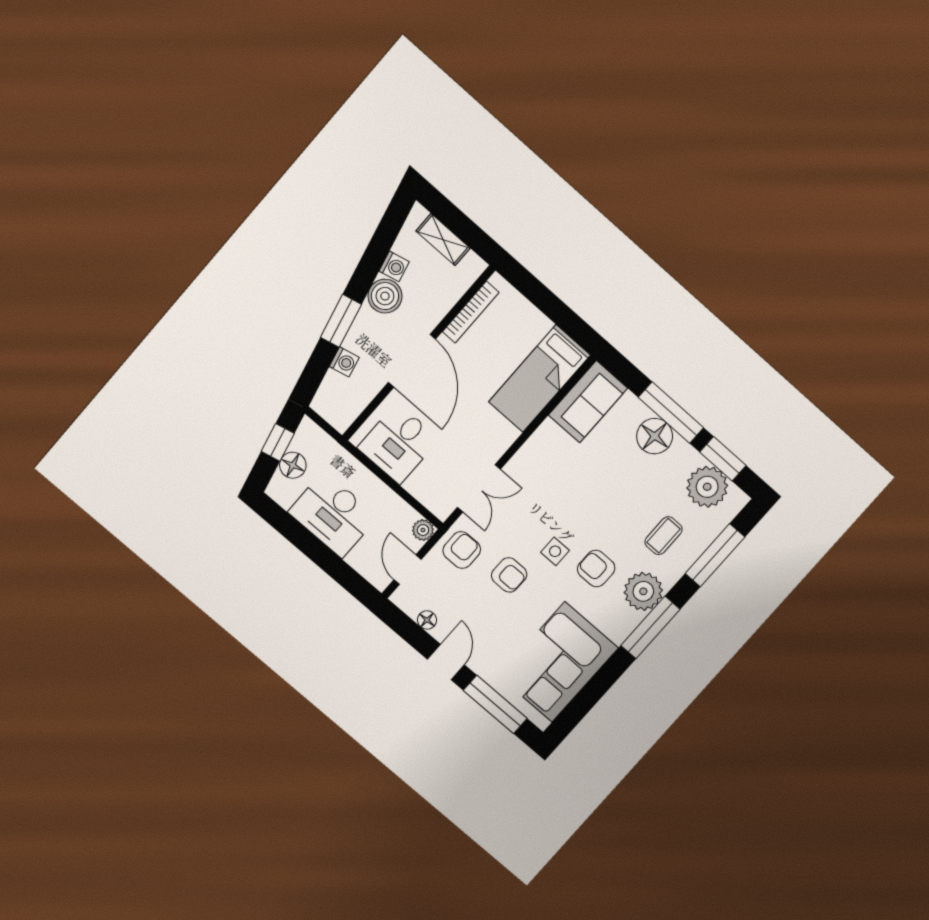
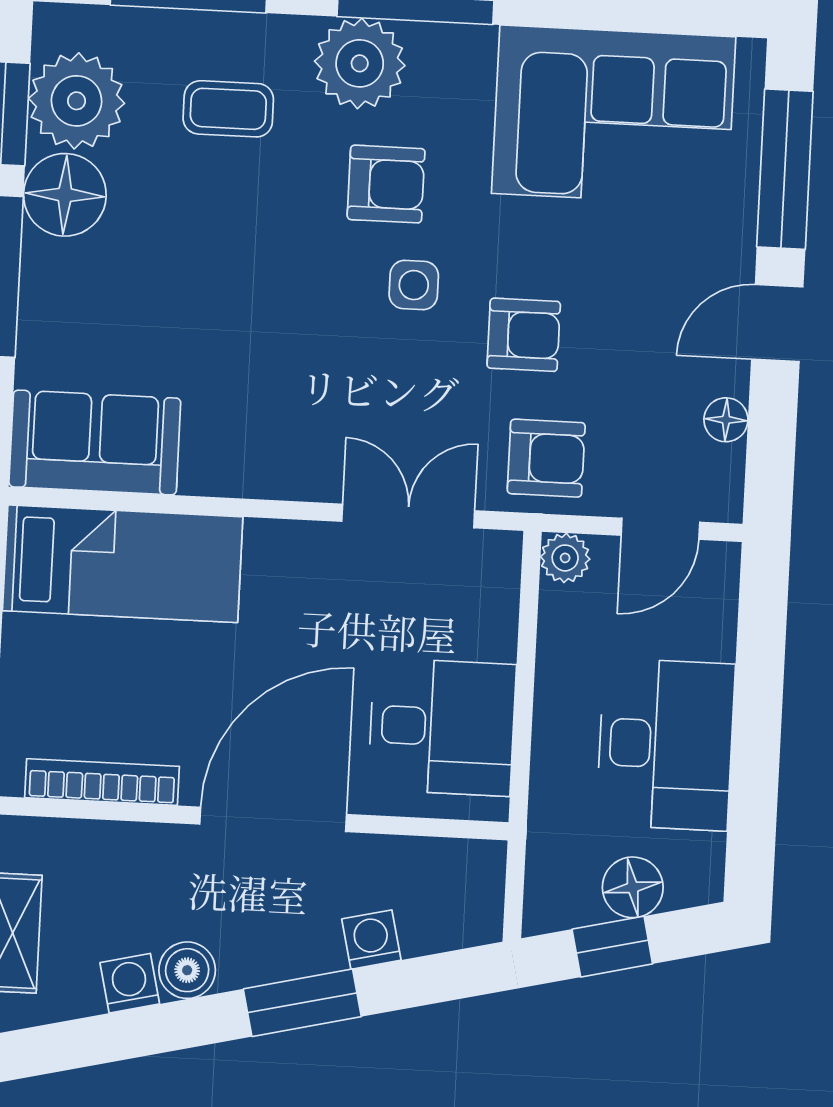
boiler: (385, 296) -> (187, 970), width x0.73, depth x0.73
floor lamp: (655, 436) -> (65, 195), moved
armchair: (462, 550) -> (546, 458), turned 180
armchair: (596, 569) -> (386, 184), turned -90
armchair: (509, 575) -> (524, 335), turned 90

